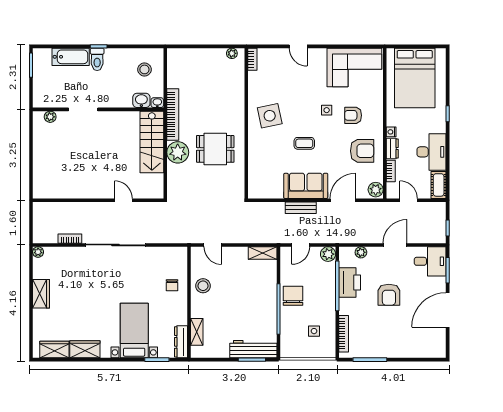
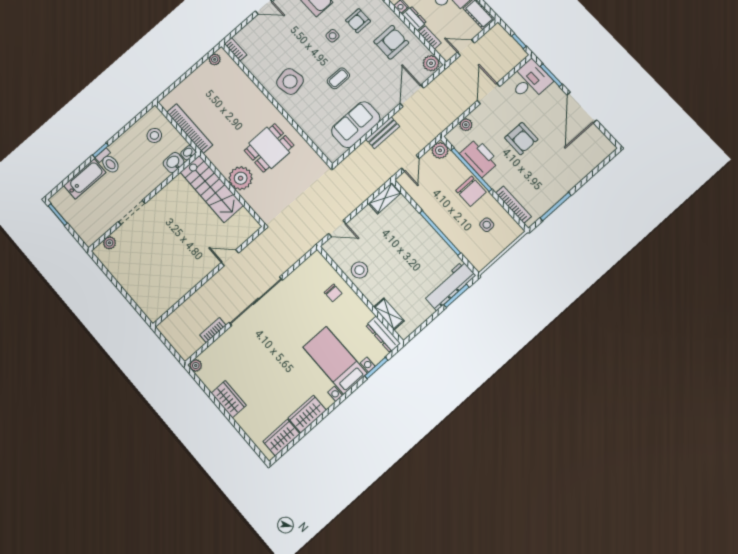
bookcase: (173, 115) -> (190, 129), moved
sofa: (306, 186) -> (356, 125), moved
chair: (293, 296) -> (471, 191), moved, turned 180

